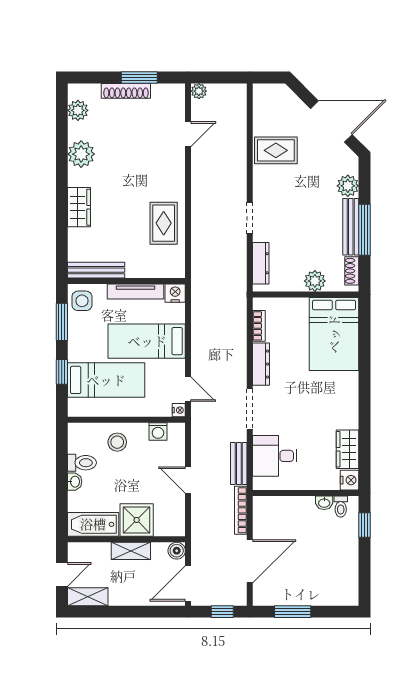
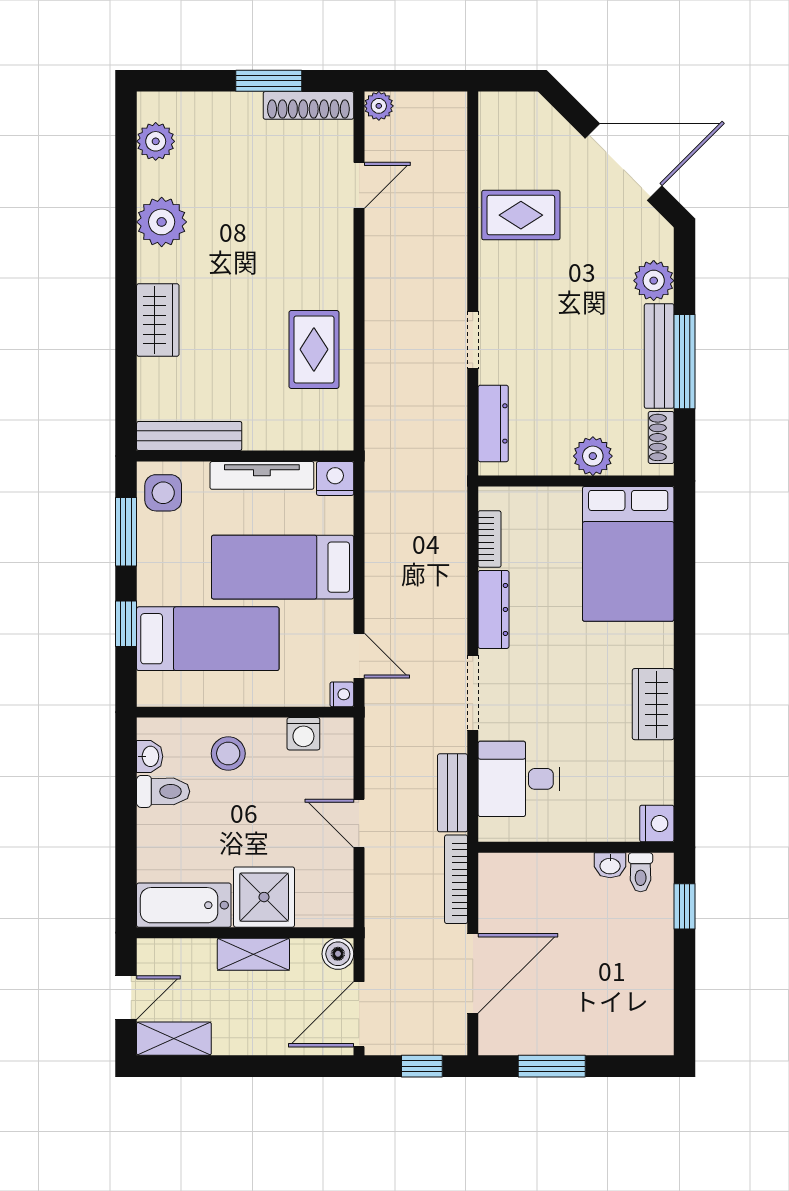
shoe rack: (126, 91) -> (308, 105), moved
wardrobe: (348, 449) -> (653, 704), moved
washbasin: (75, 482) -> (150, 756), moved

